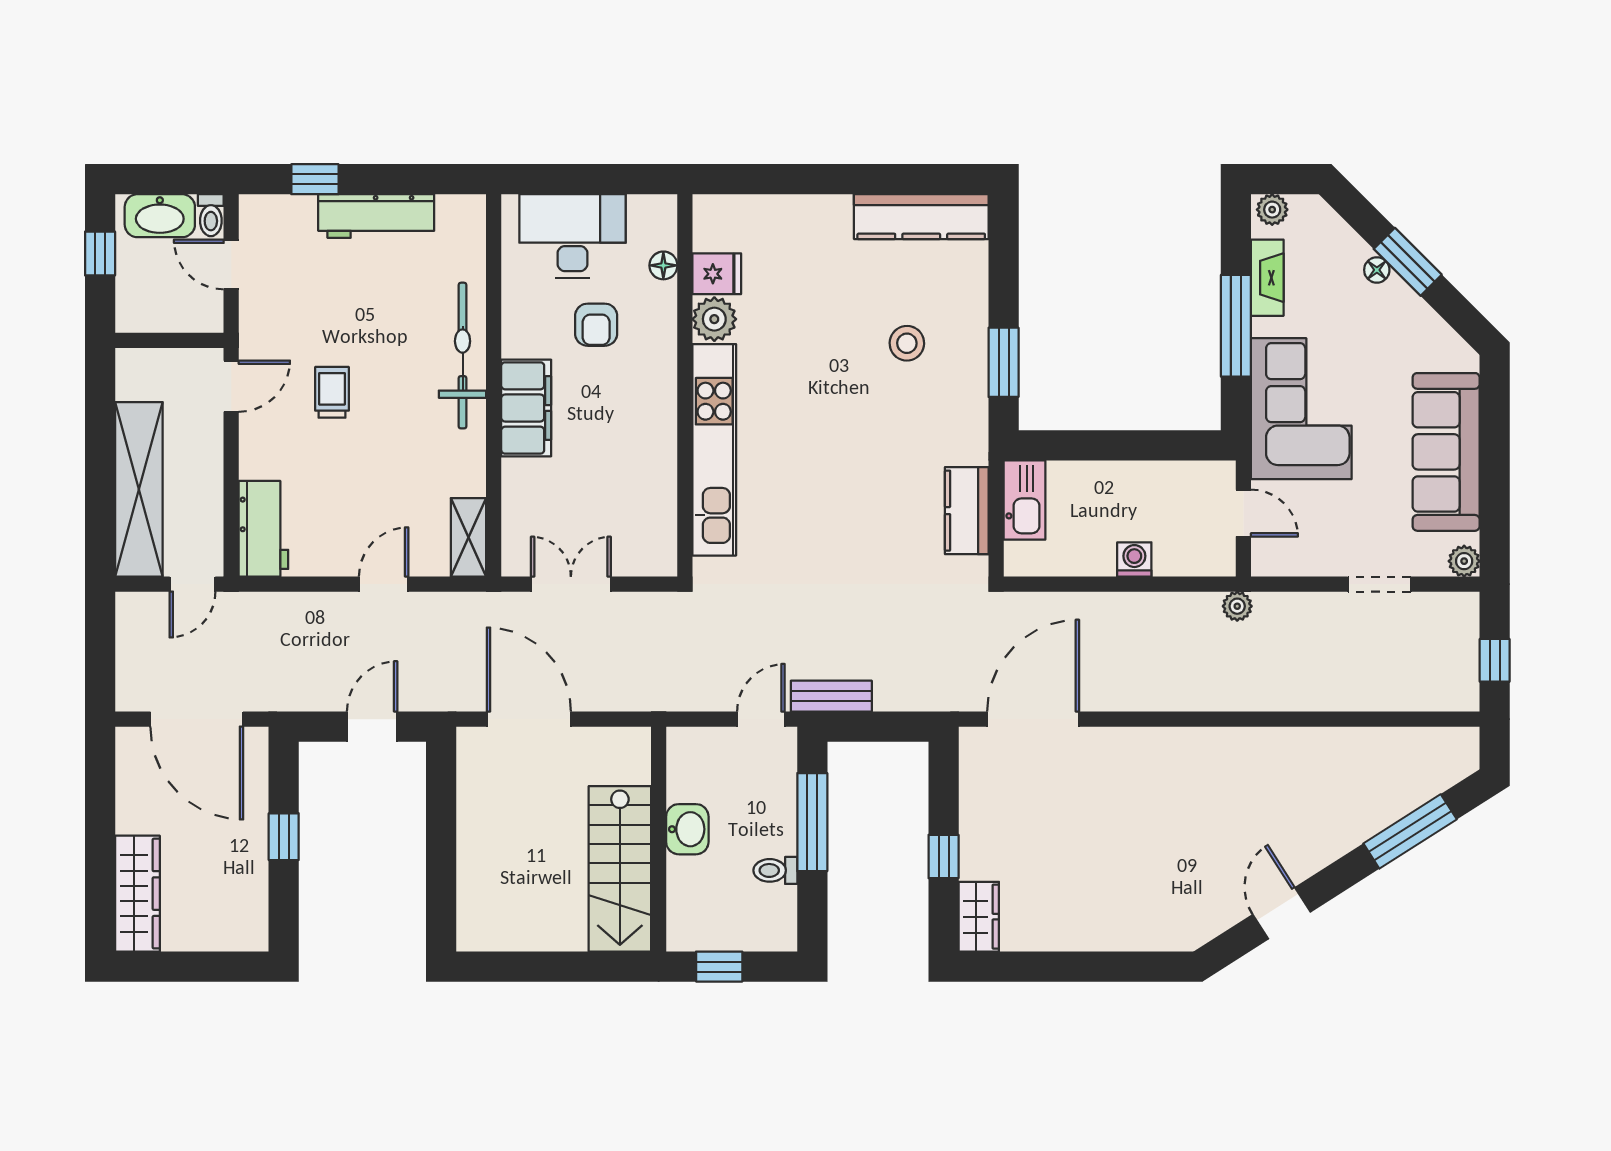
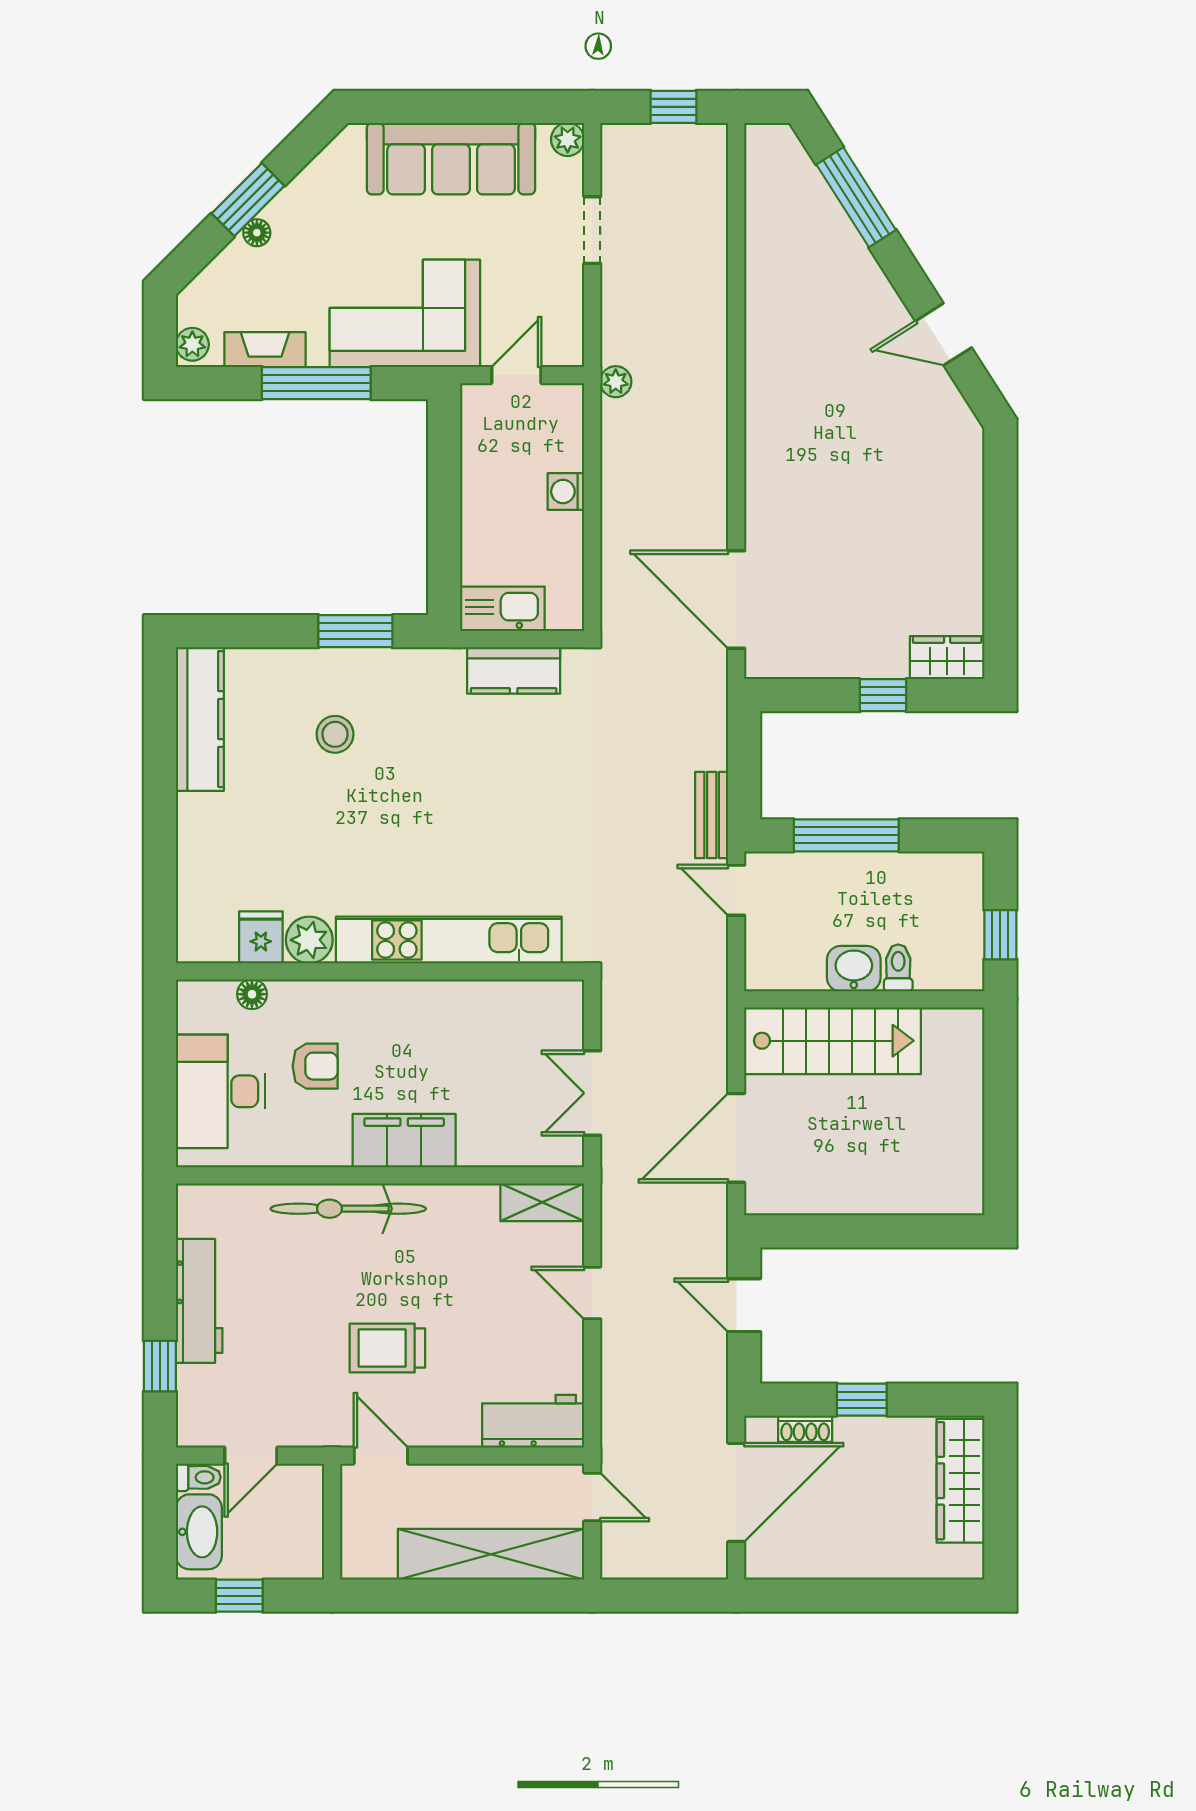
trolley: (332, 392) -> (387, 1348), width x1.36, depth x1.39
shoe rack: (256, 784) -> (805, 1429), added
stairs: (620, 869) -> (833, 1041), moved
toilet: (775, 870) -> (898, 968), moved, turned 180
wardrobe: (137, 894) -> (960, 1481), moved, turned -90

